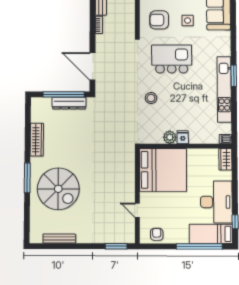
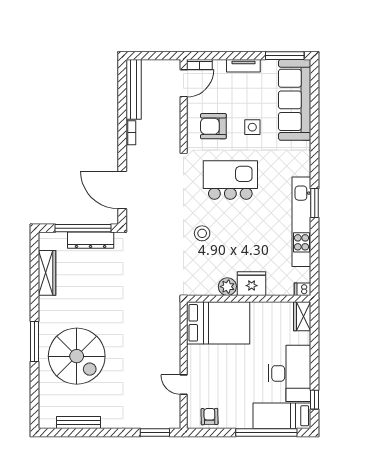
fridge: (183, 137) -> (252, 284), width x1.88, depth x1.34
wardrobe: (37, 140) -> (47, 273), moved
bed: (163, 170) -> (218, 323), width x0.73

